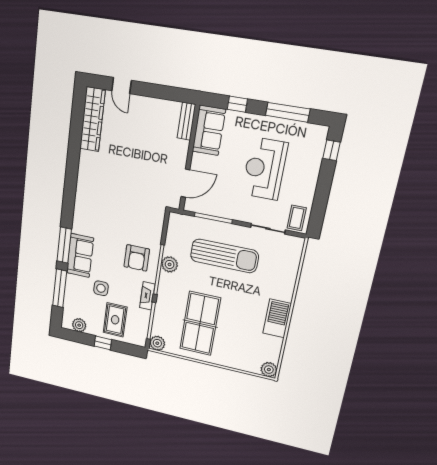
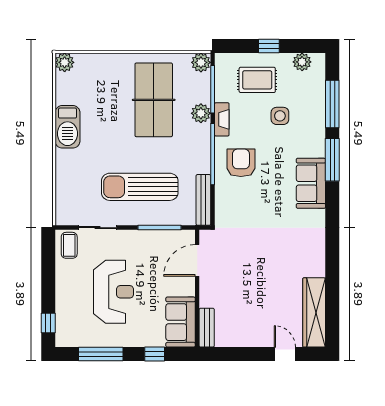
bench: (172, 234) -> (203, 200), added
sofa: (80, 255) -> (311, 183), moved
plant: (170, 264) -> (201, 113), moved
rug: (115, 320) -> (257, 80), turned 90

